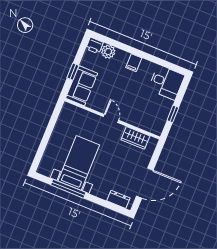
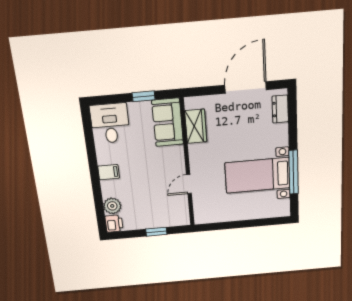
sofa: (82, 86) -> (168, 122), moved, turned -90
door: (111, 118) -> (189, 184), moved
door: (145, 183) -> (246, 87), hinge flipped

